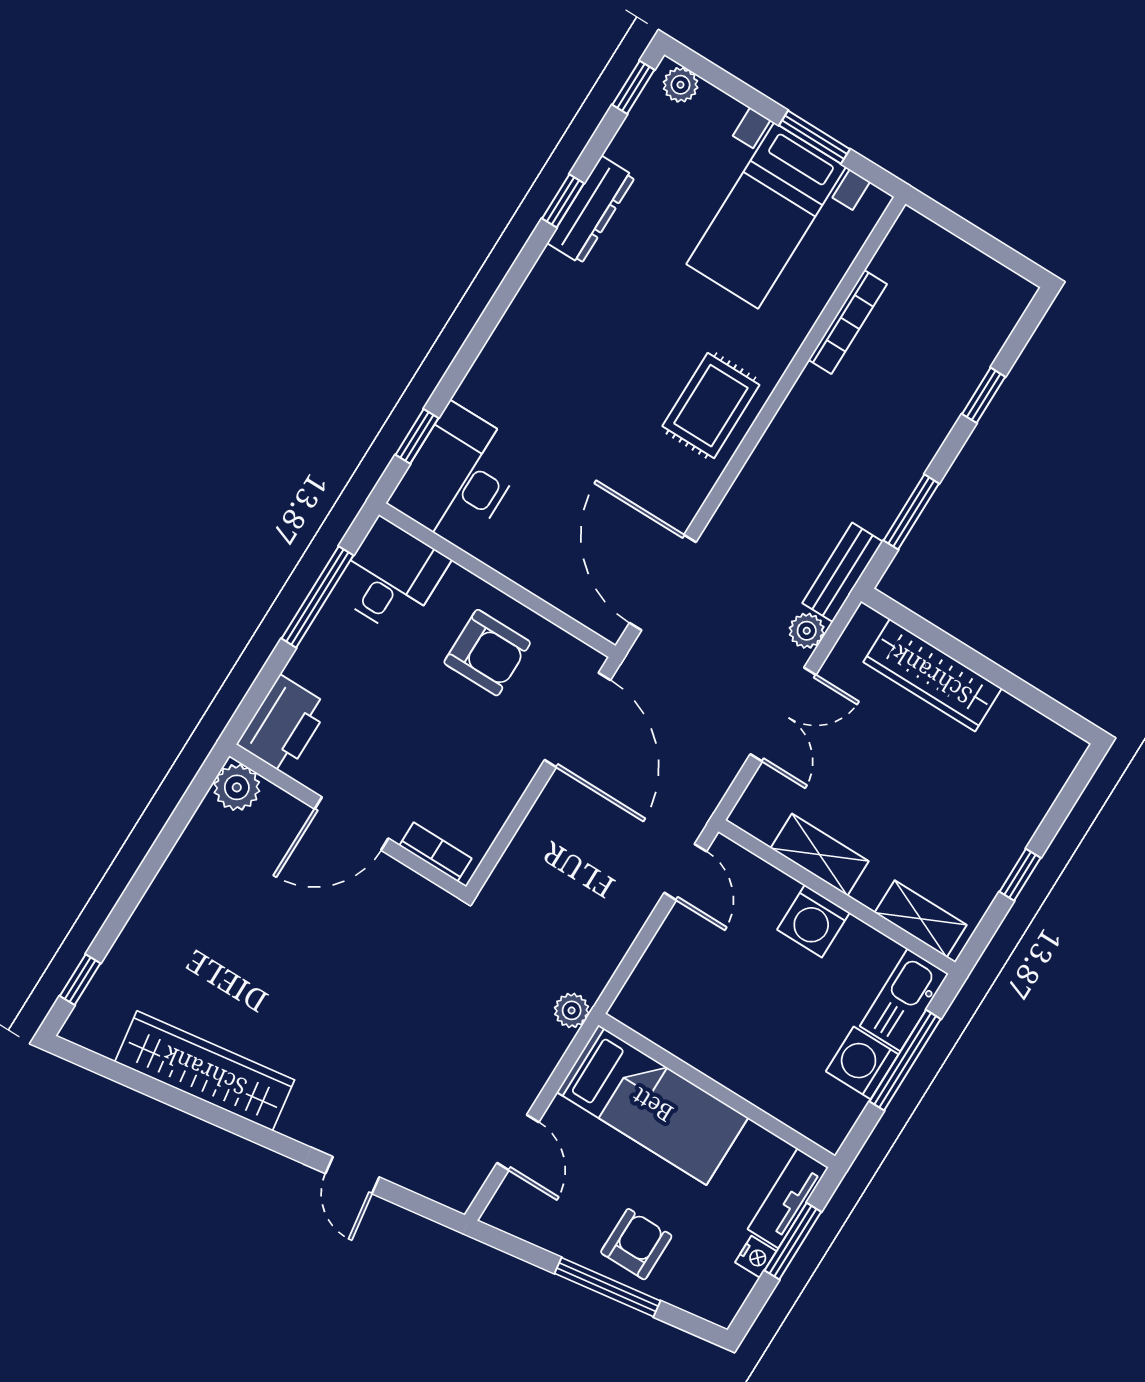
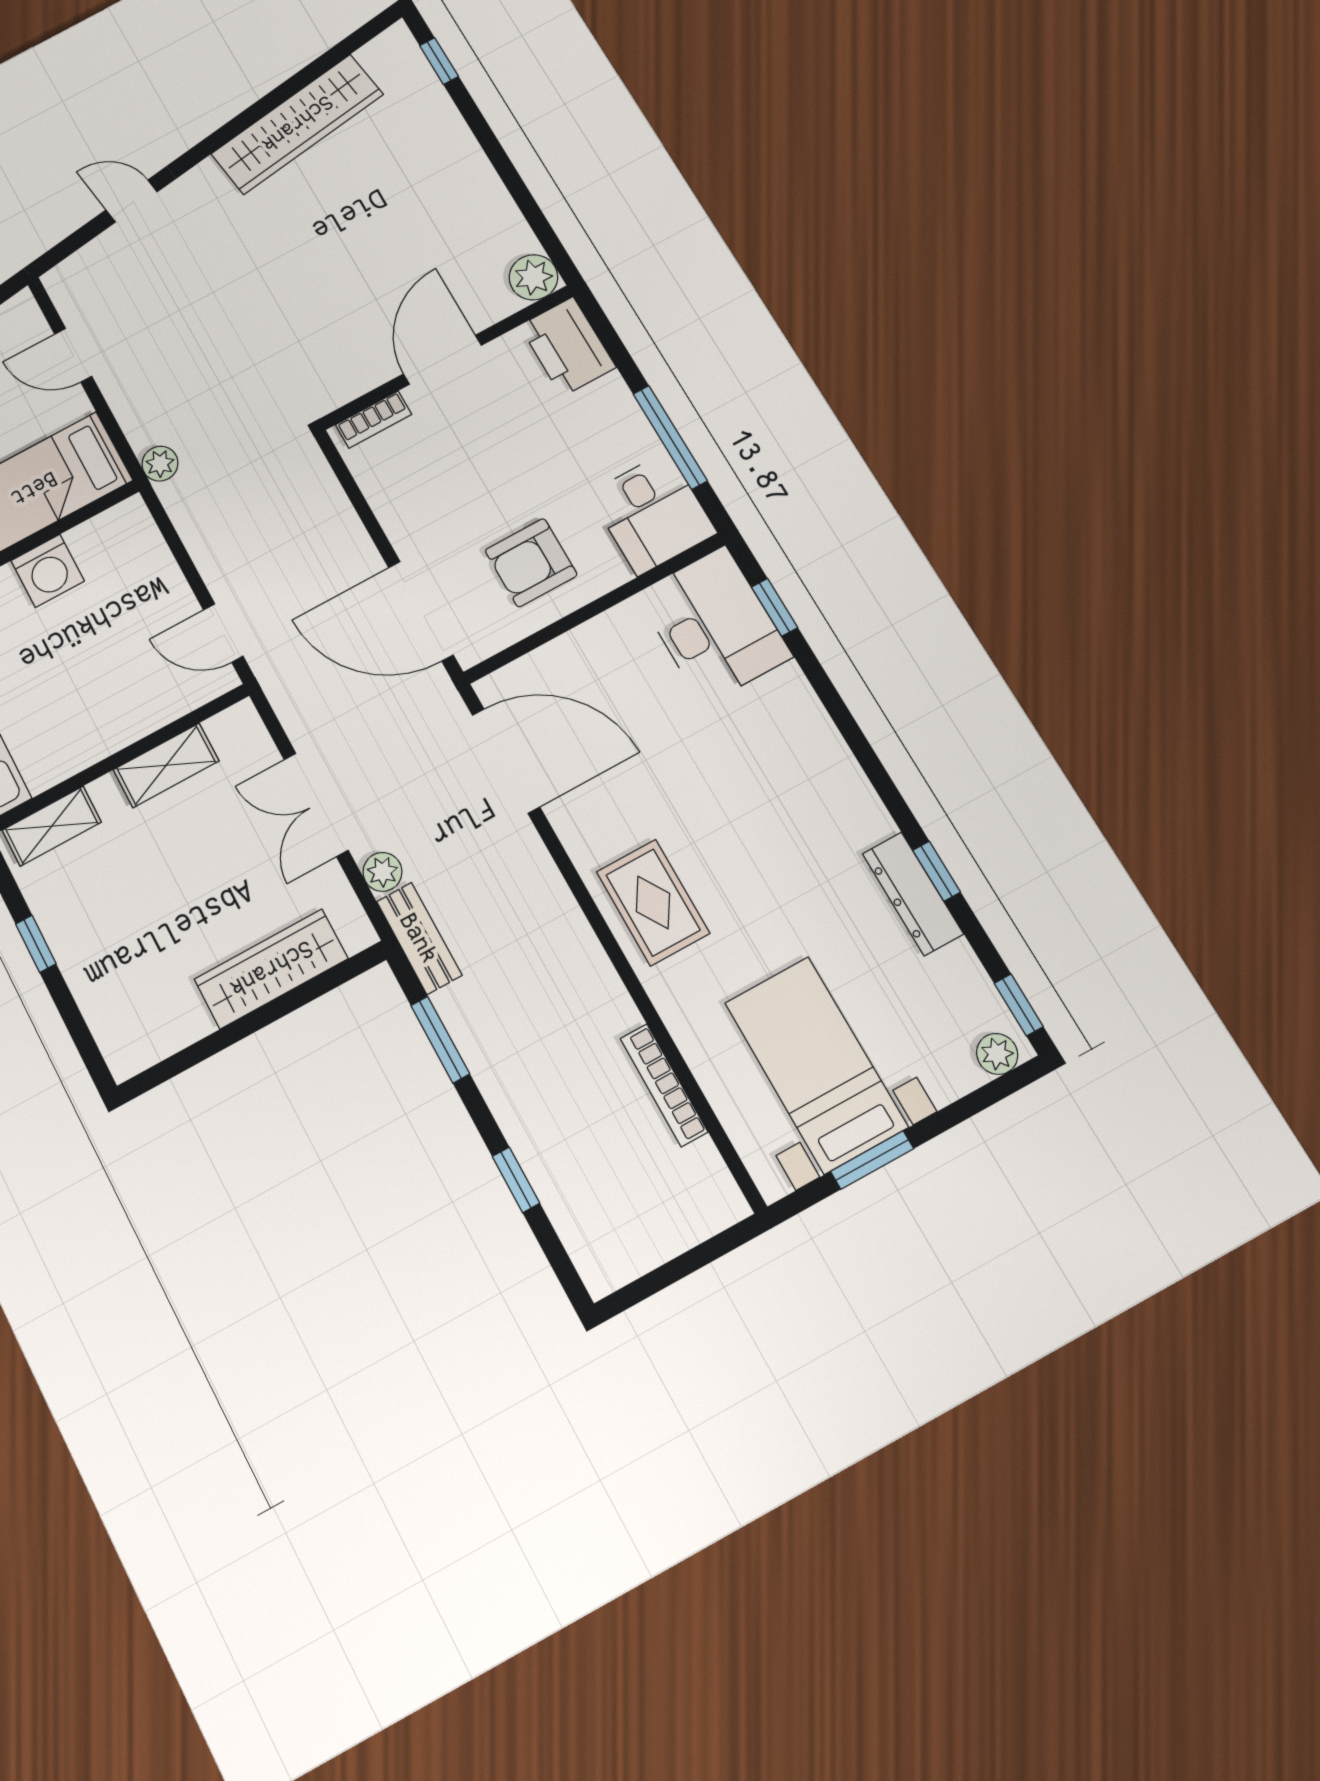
washing machine: (813, 921) -> (48, 571), moved, turned 180

